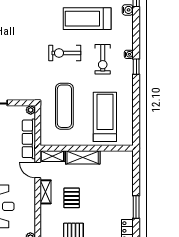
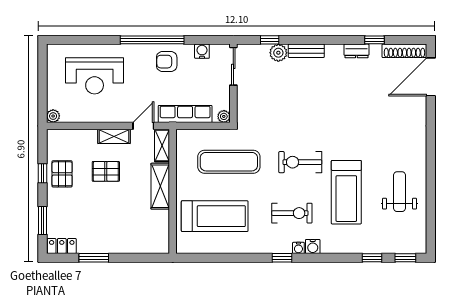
water cooler: (128, 10) -> (313, 247), moved
treadmill: (87, 19) -> (346, 192), turned 180
exercise bike: (65, 53) -> (300, 162), turned -90
exercise bike: (103, 59) -> (292, 213), turned 180

